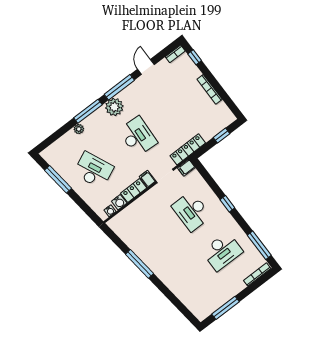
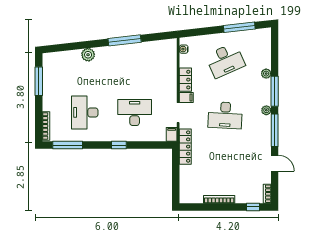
plant: (114, 107) -> (266, 110), width x0.53, depth x0.53
window: (222, 136) -> (176, 181), removed
water cooler: (119, 202) -> (185, 61), removed
plant: (174, 284) -> (88, 55), added

